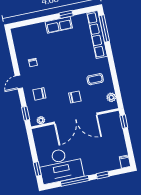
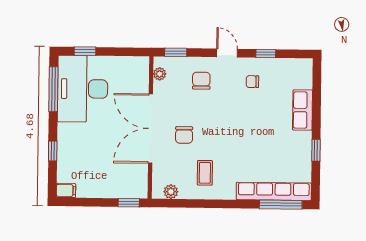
row of seats: (59, 25) -> (302, 110), moved
window: (14, 58) -> (266, 53), added
window: (75, 181) -> (53, 89), moved

